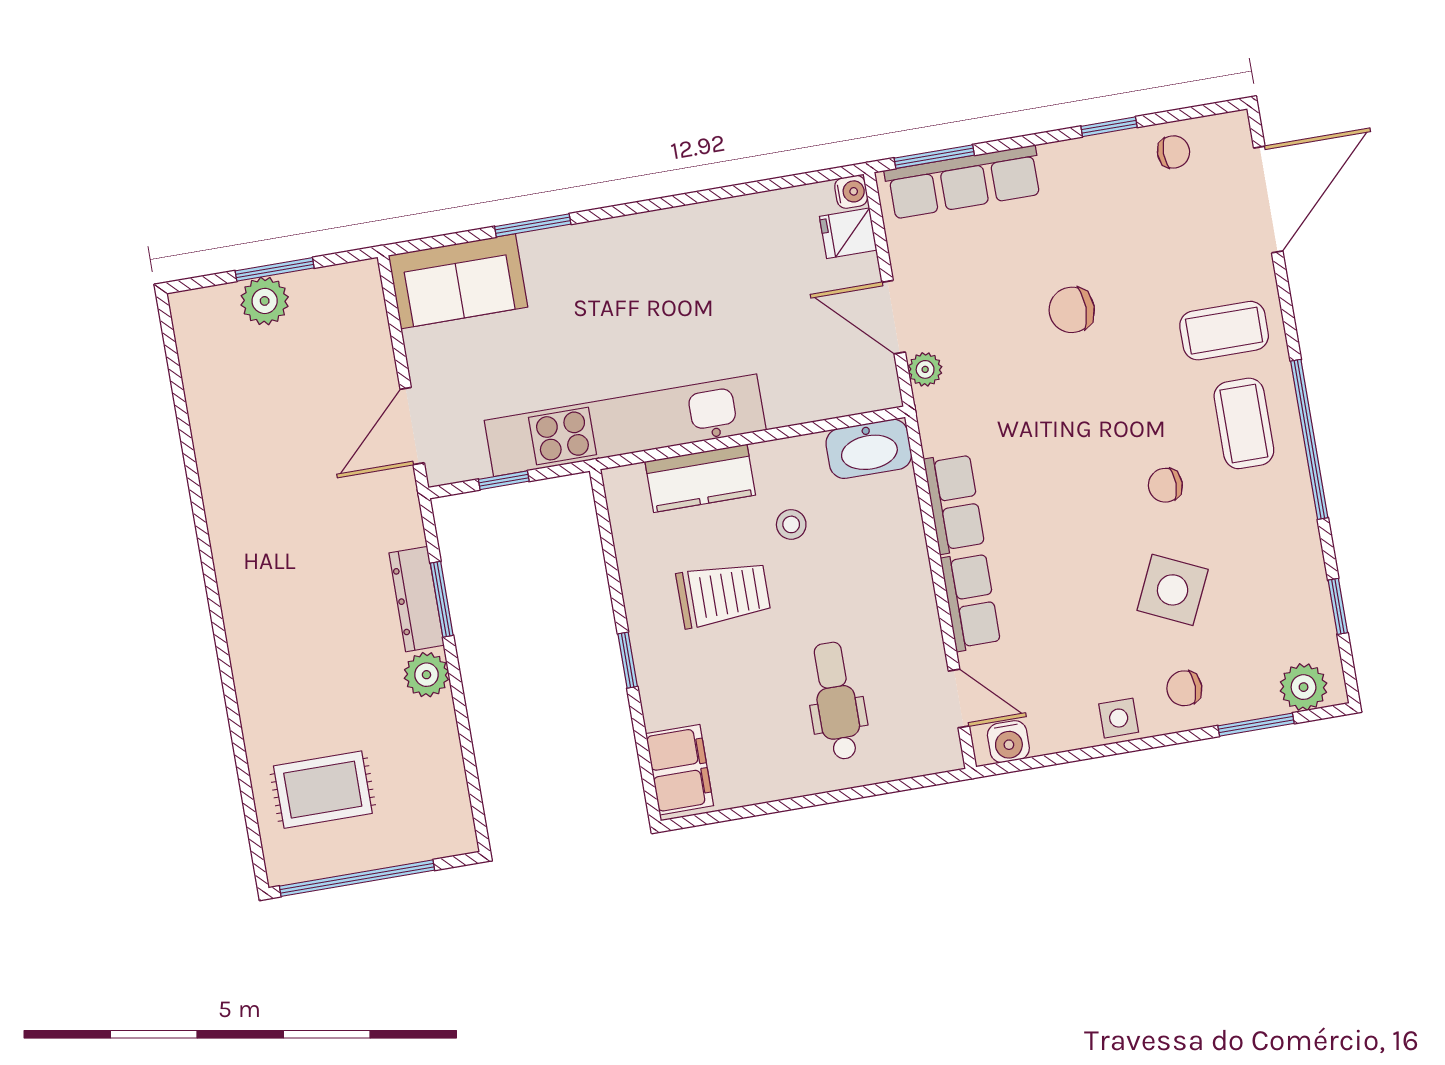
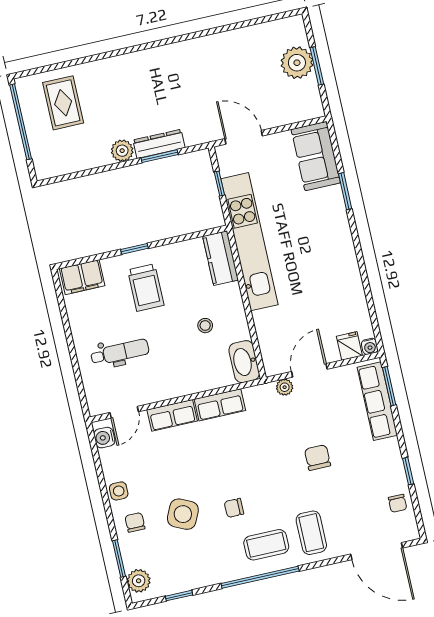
plant: (265, 301) -> (297, 63), width x1.36, depth x1.36
kitchen counter: (700, 478) -> (221, 258), moved
chair: (1165, 485) -> (234, 508), turned -90
trolley: (723, 594) -> (146, 288), moved

